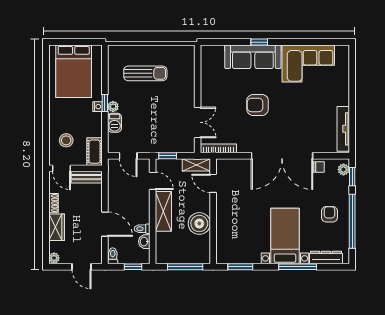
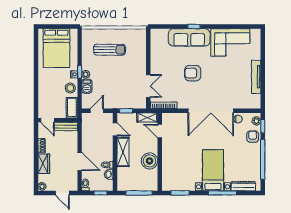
tv unit: (343, 129) -> (256, 77), moved
stool: (66, 140) -> (70, 88), moved
door: (128, 156) -> (97, 111), swing flipped
armchair: (329, 214) -> (253, 137), moved

